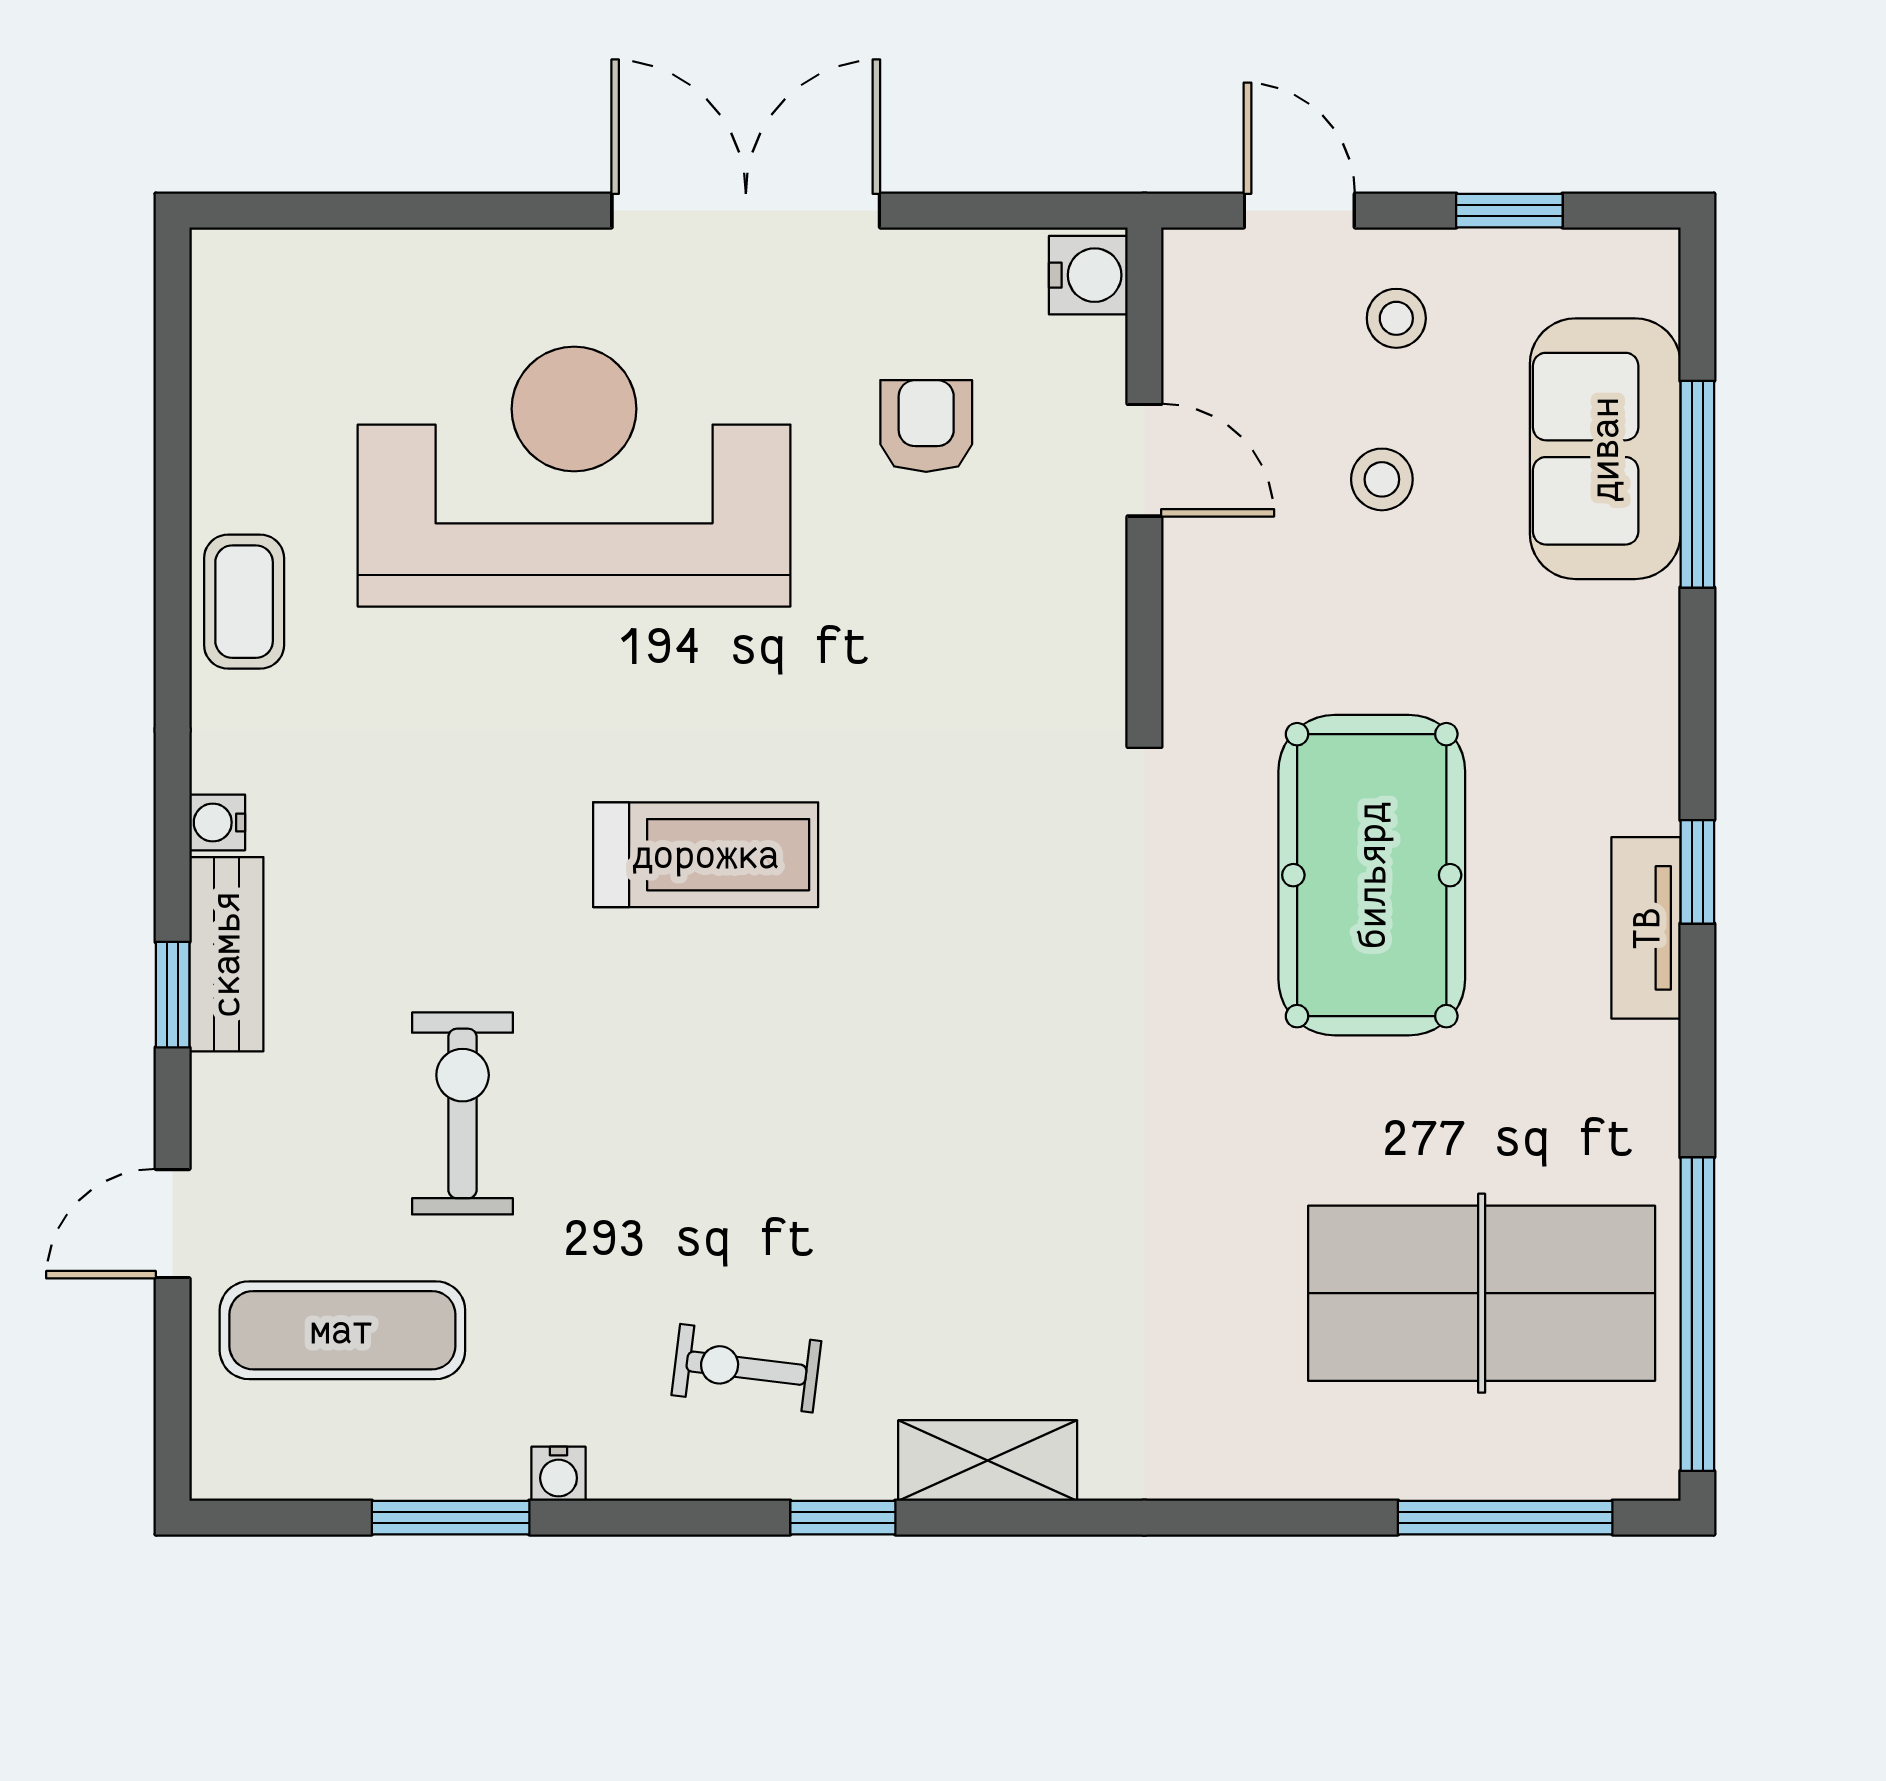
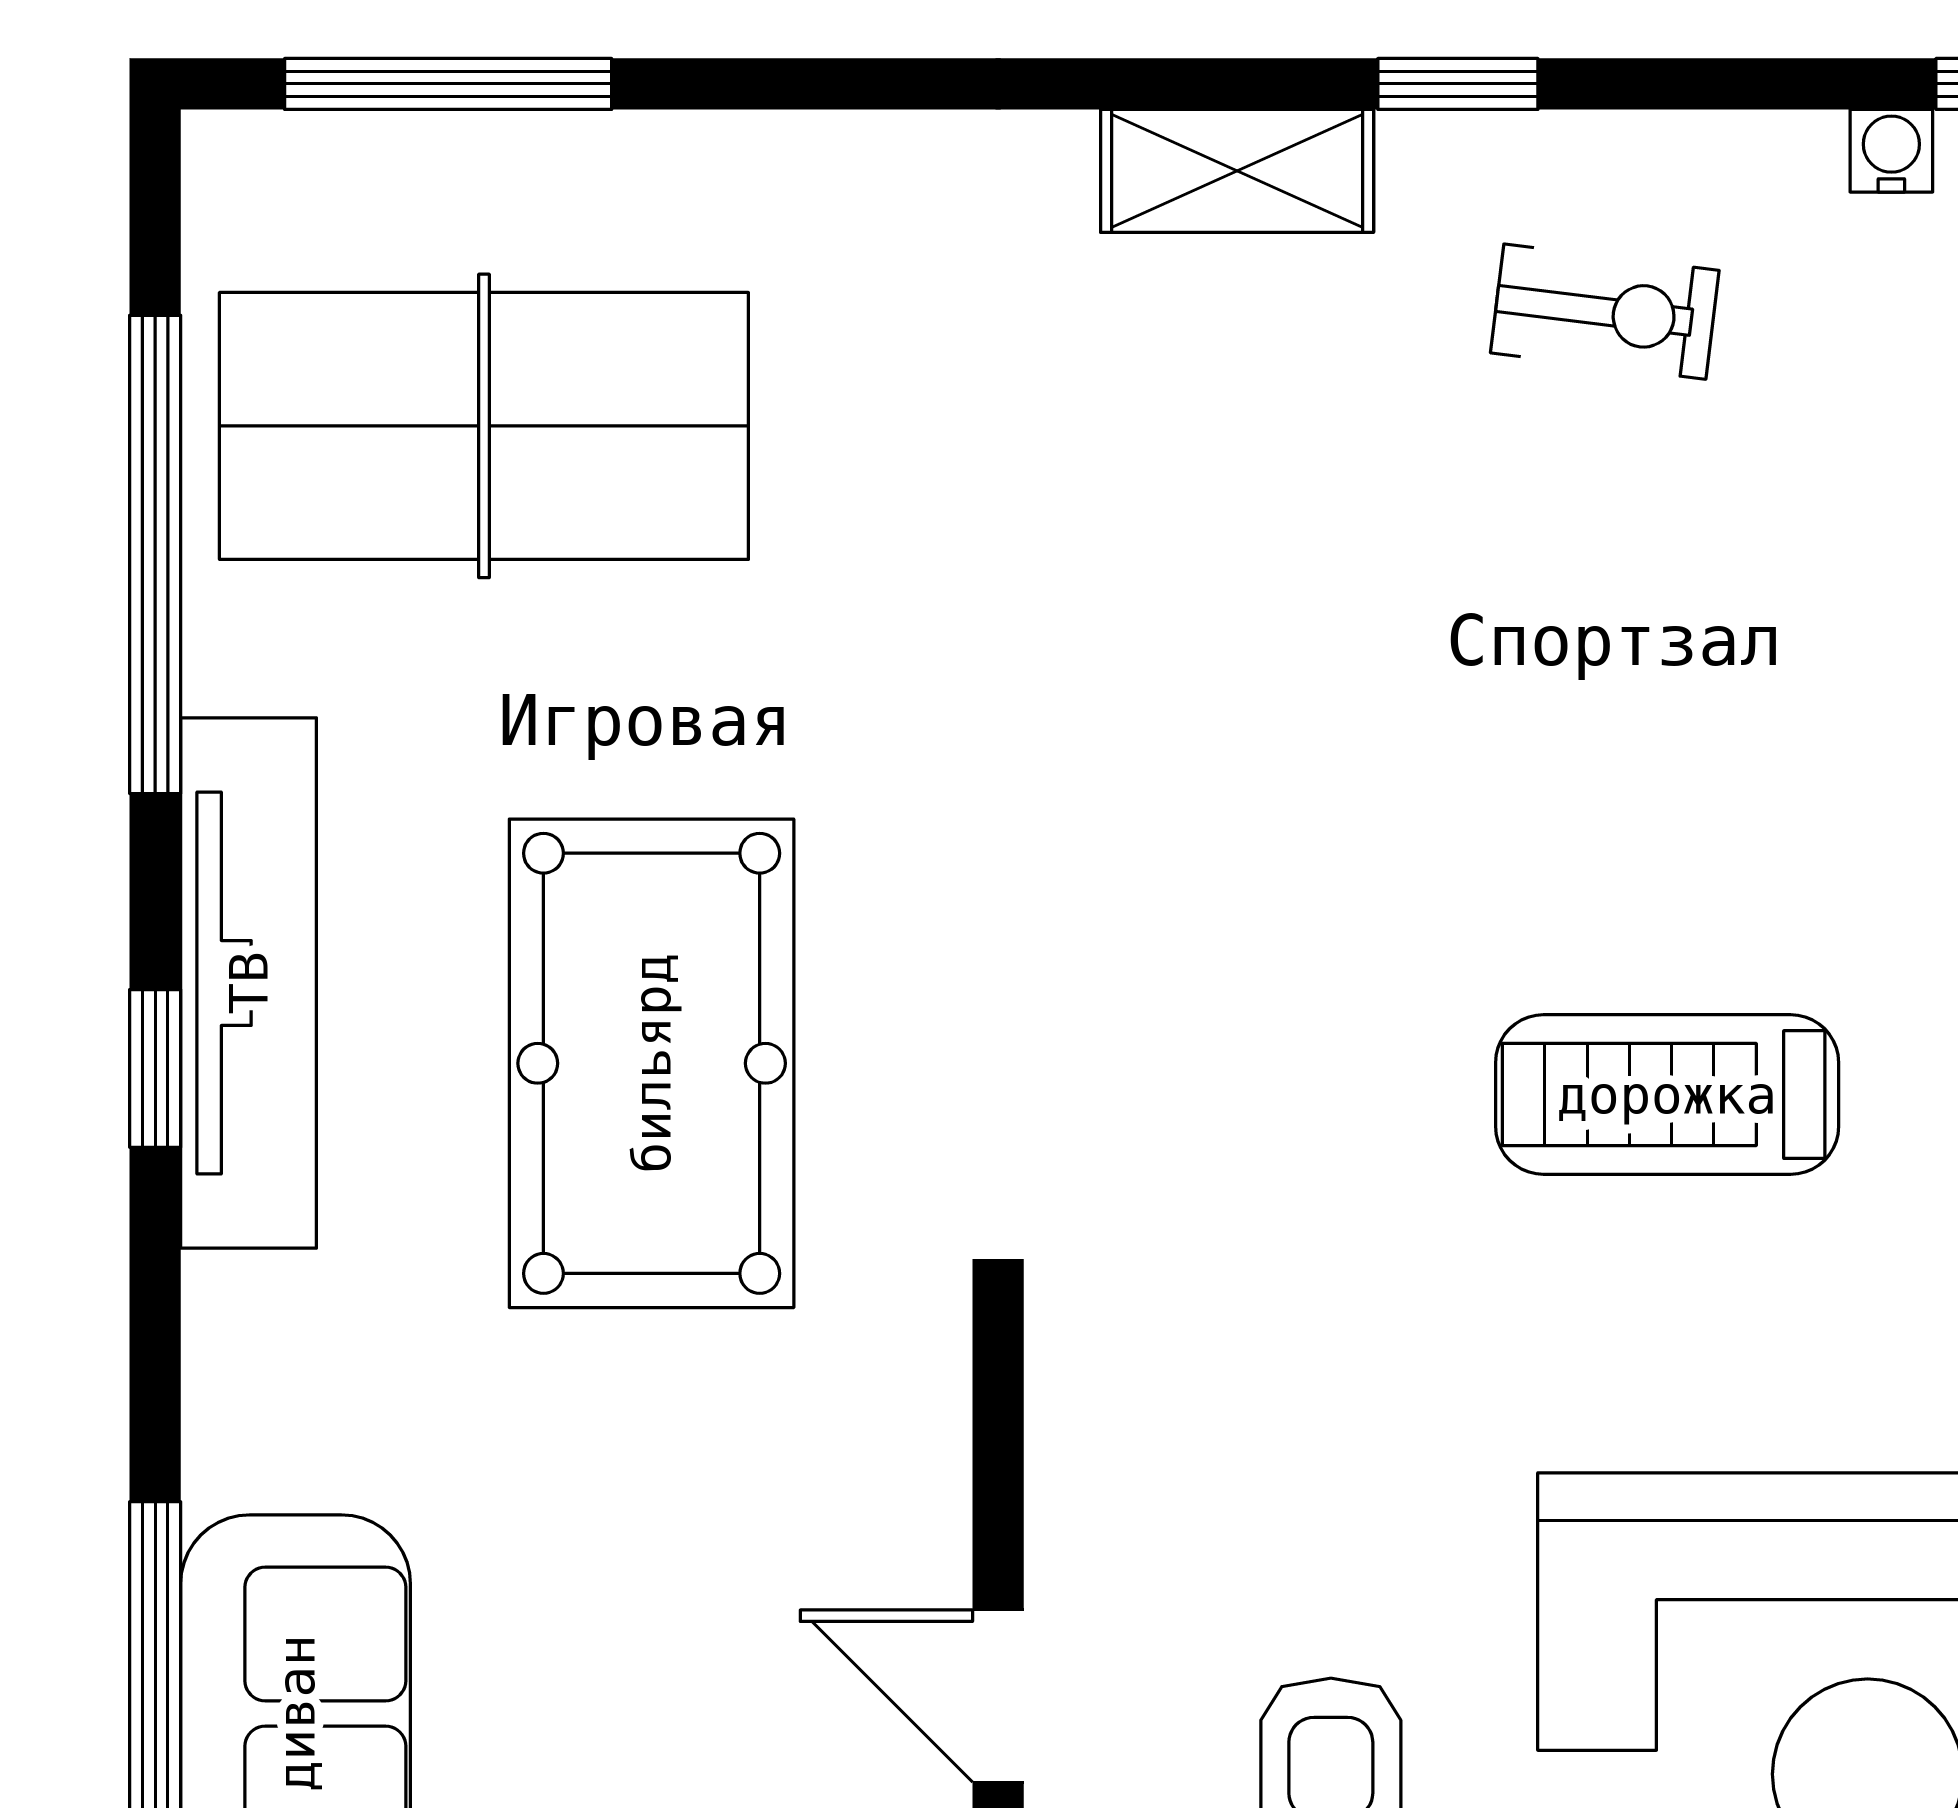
stool: (1382, 479) -> (636, 1667), removed
tv unit: (1646, 928) -> (249, 983), width x1.92, depth x1.29
window: (1697, 1314) -> (155, 554), moved

